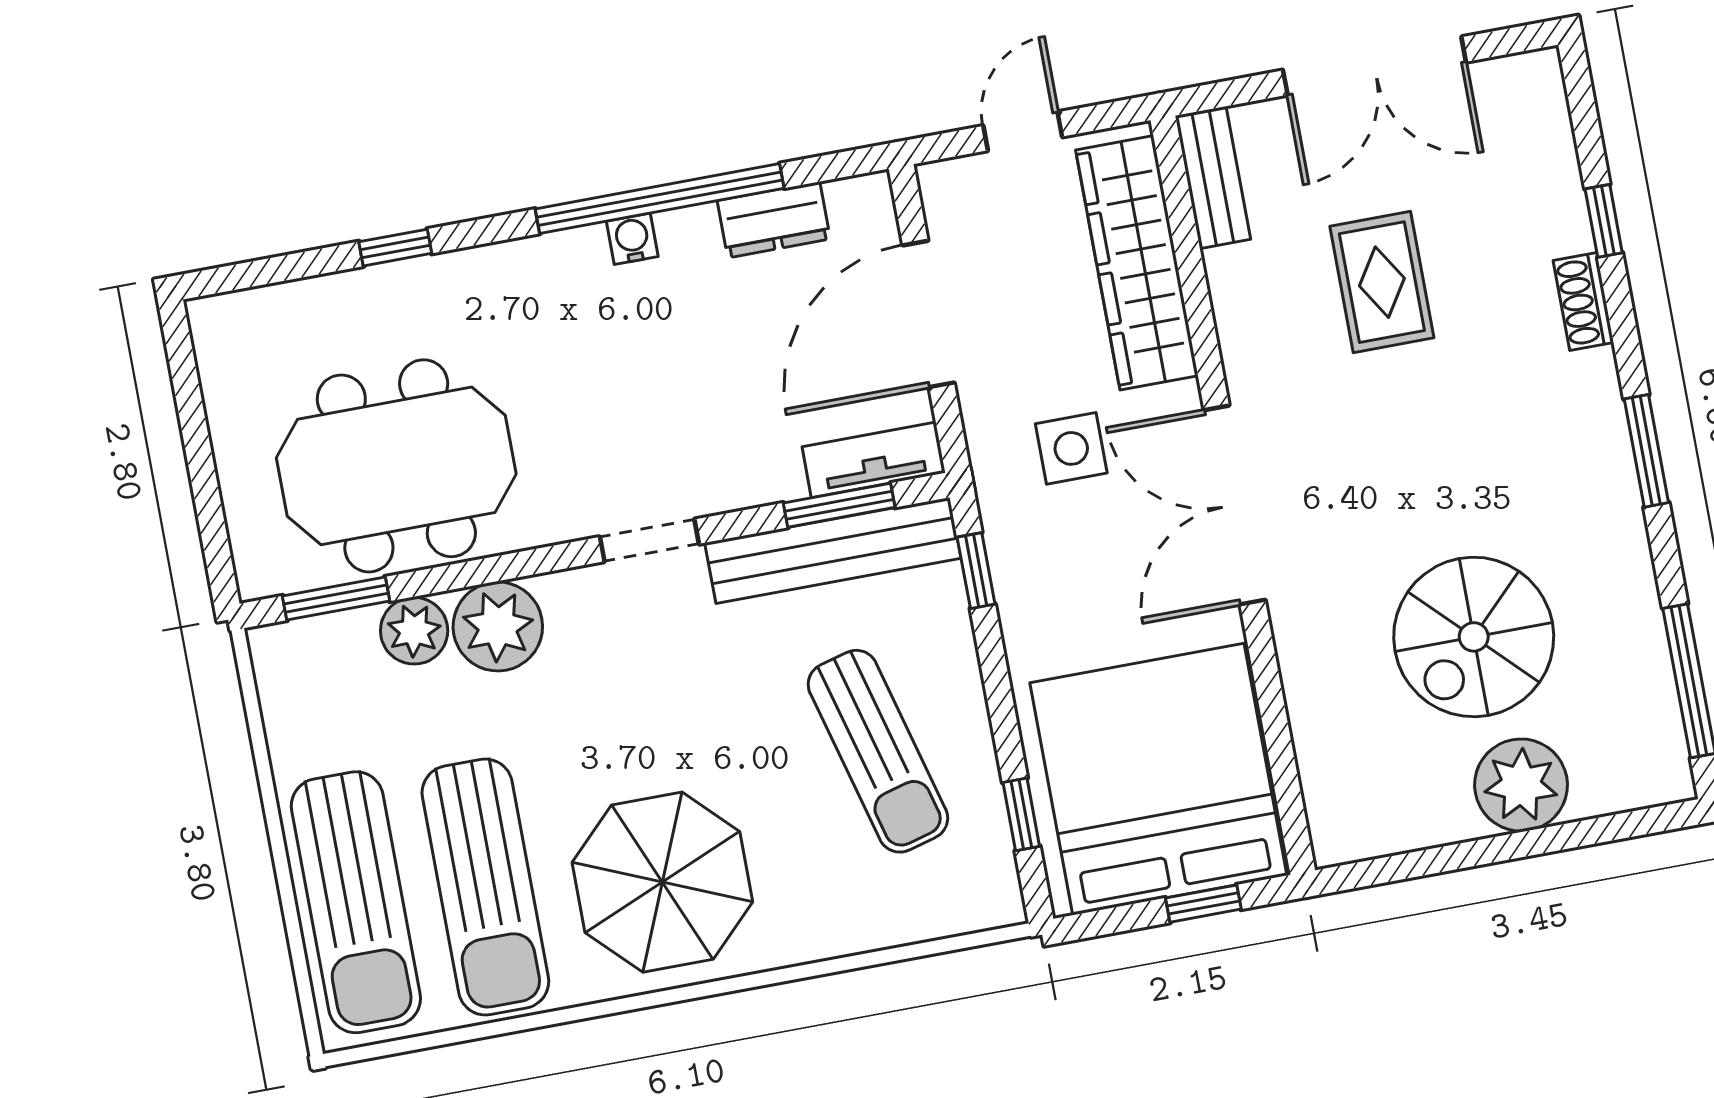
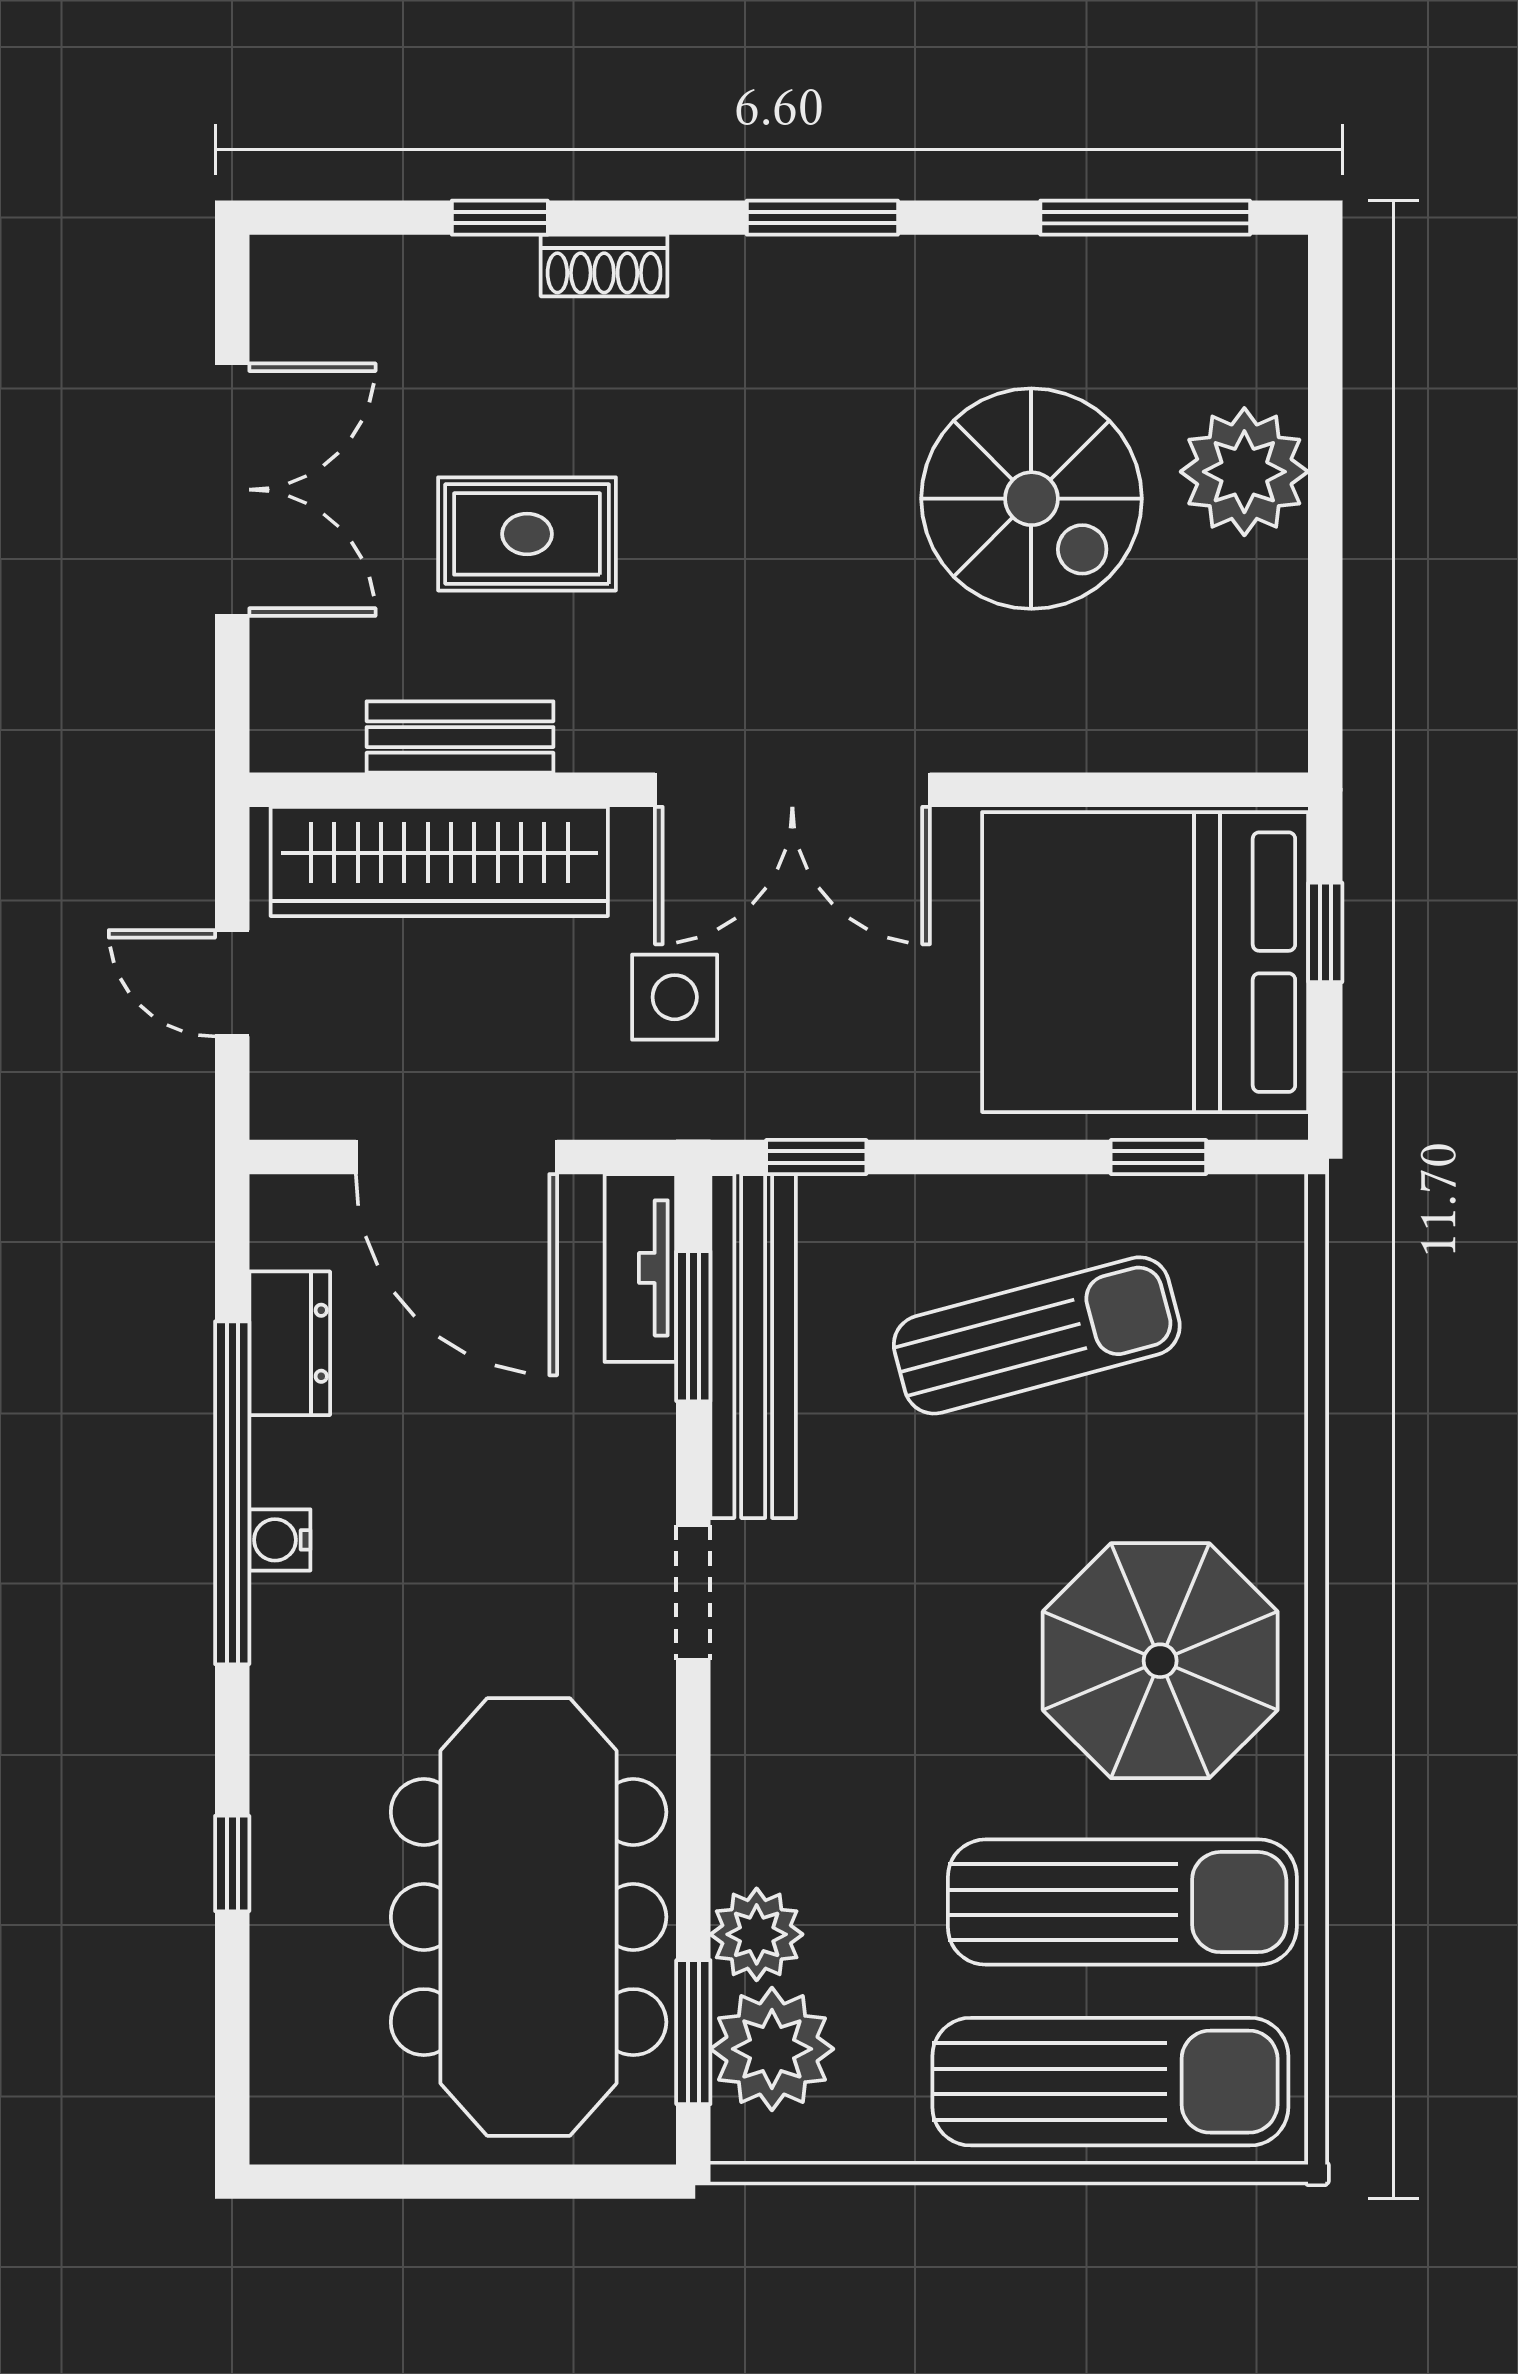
bench: (1213, 178) -> (460, 737), moved
meeting table: (396, 466) -> (529, 1917), width x1.36
plant: (498, 626) -> (772, 2049), moved

